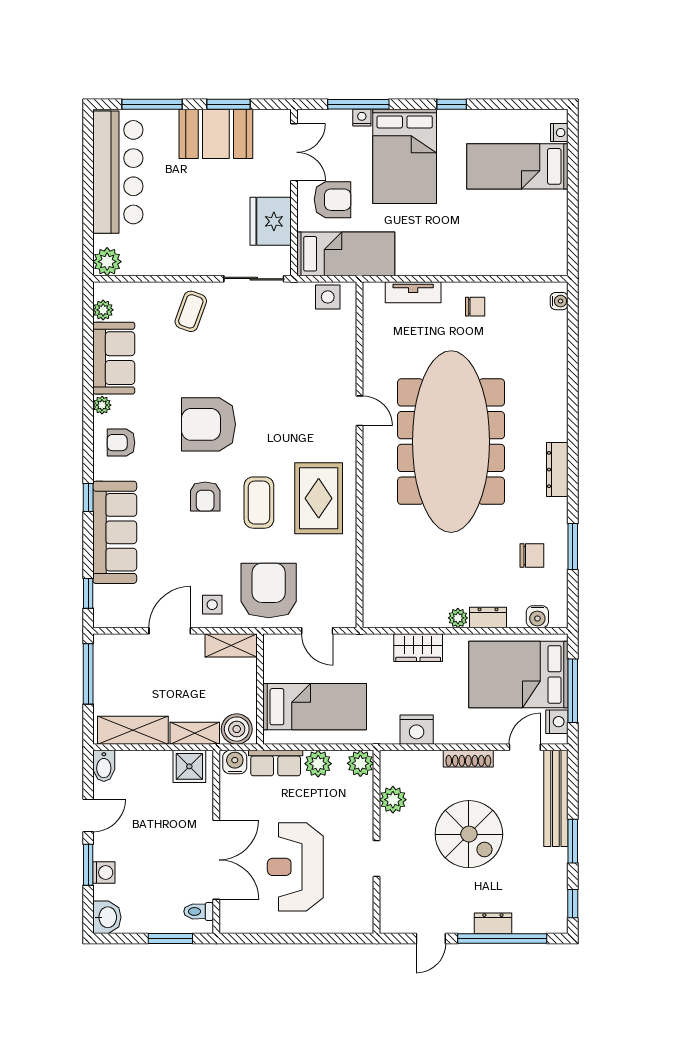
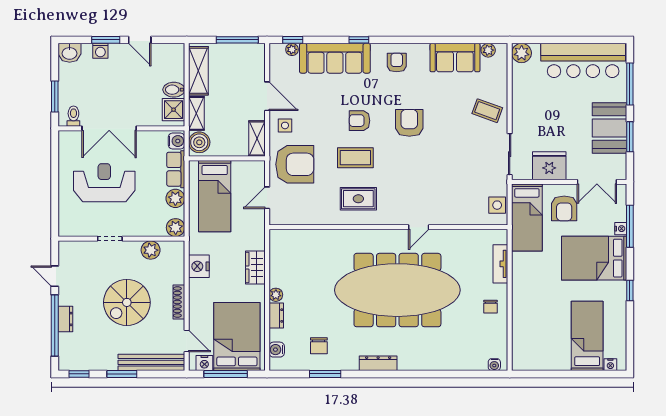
plant: (102, 405) -> (292, 49), moved
armchair: (209, 424) -> (409, 123), width x0.73, depth x0.73
rug: (319, 498) -> (358, 199), width x0.73, depth x0.70
bidet: (104, 766) -> (174, 90), moved

